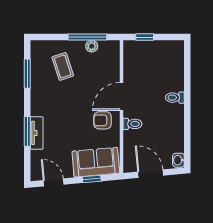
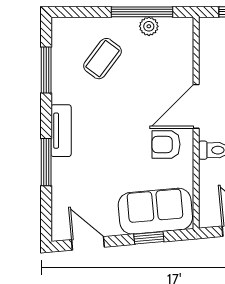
coffee table: (63, 66) -> (103, 59), turned 55
tv unit: (37, 133) -> (61, 131), moved

